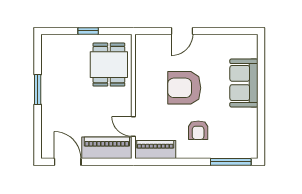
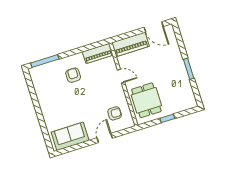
sofa: (244, 83) -> (70, 136), moved, turned -90
armchair: (184, 88) -> (115, 113), moved, width x0.53, depth x0.53
door: (133, 126) -> (121, 76), moved

